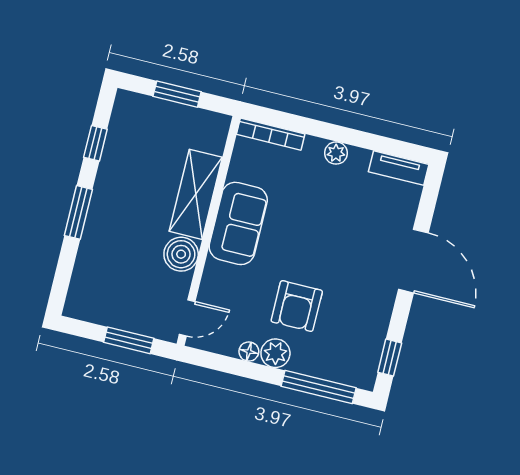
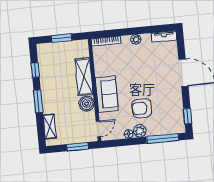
sofa: (238, 223) -> (107, 94), moved
shelving: (84, 276) -> (50, 126), added
armchair: (297, 306) -> (142, 108), turned 90

